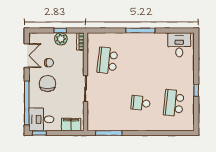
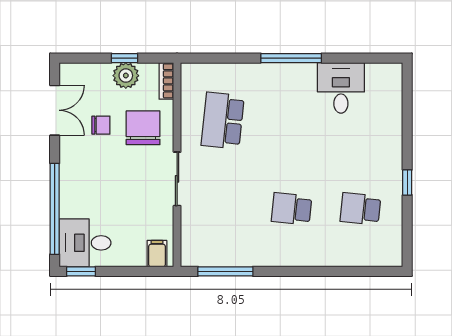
desk: (179, 45) -> (341, 88), moved
chair: (47, 83) -> (143, 128), moved
school desk: (174, 103) -> (360, 209), width x0.54
filing cabinet: (71, 125) -> (157, 254), width x0.50

